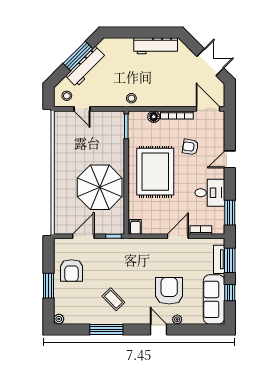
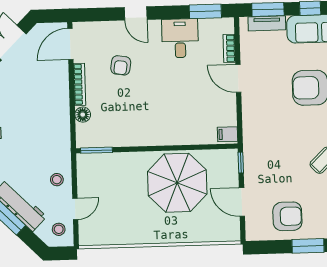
stool: (131, 98) -> (57, 180), moved
rug: (155, 172) -> (155, 110), removed

